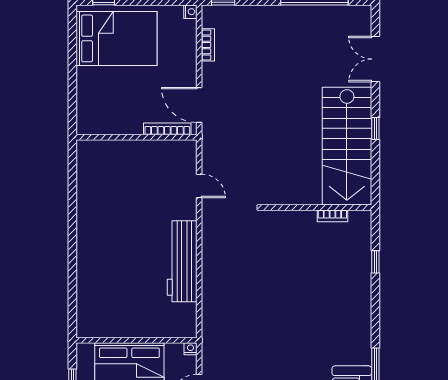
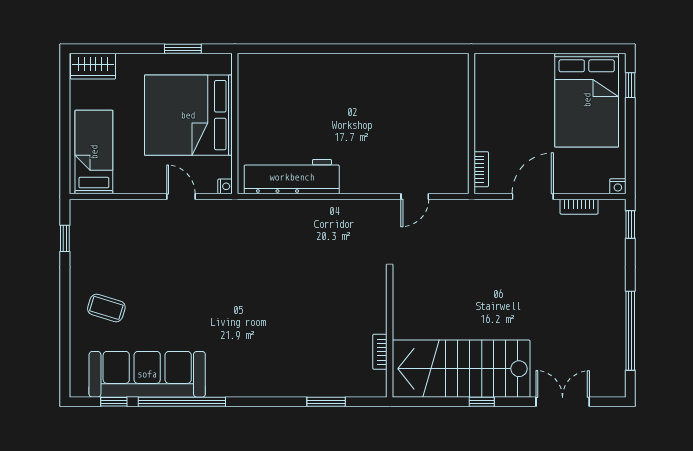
door: (199, 105) -> (533, 196), moved
bookcase: (167, 129) -> (481, 169), width x0.64
workbench: (182, 261) -> (292, 177), moved
window: (375, 262) -> (326, 402), width x1.50

